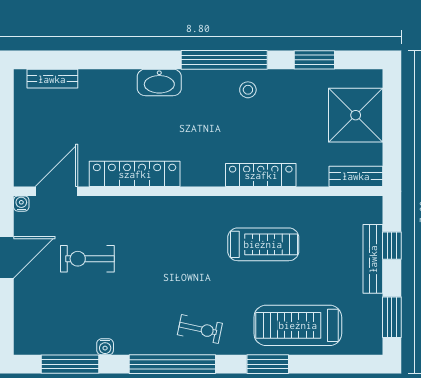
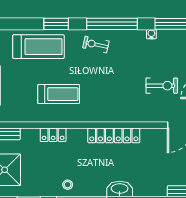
locker: (135, 174) -> (114, 135), moved
locker: (261, 175) -> (53, 135), width x0.66
treadmill: (263, 244) -> (59, 94), turned 180

